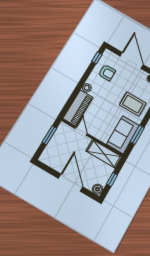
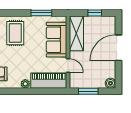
door: (81, 131) -> (68, 66), swing flipped
sofa: (123, 135) -> (56, 40), moved, turned 90
boiler: (97, 189) -> (110, 83), moved

